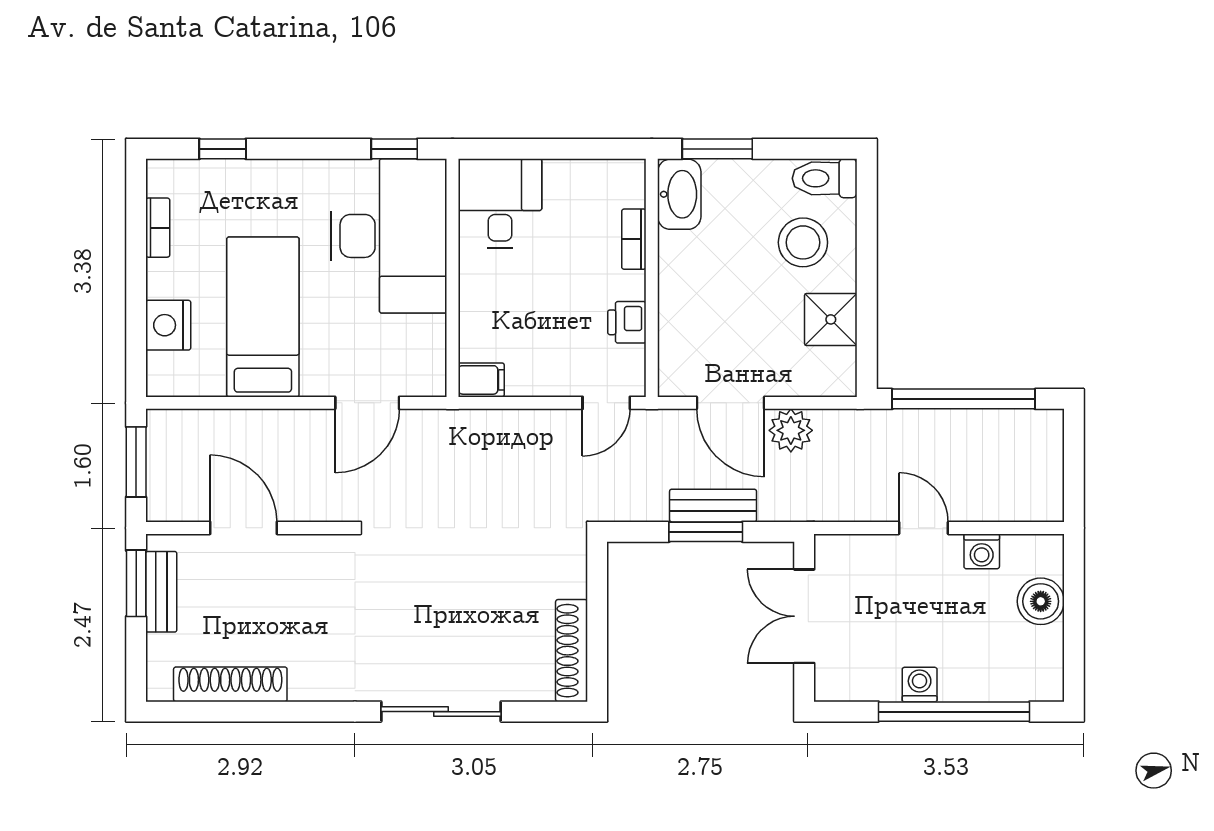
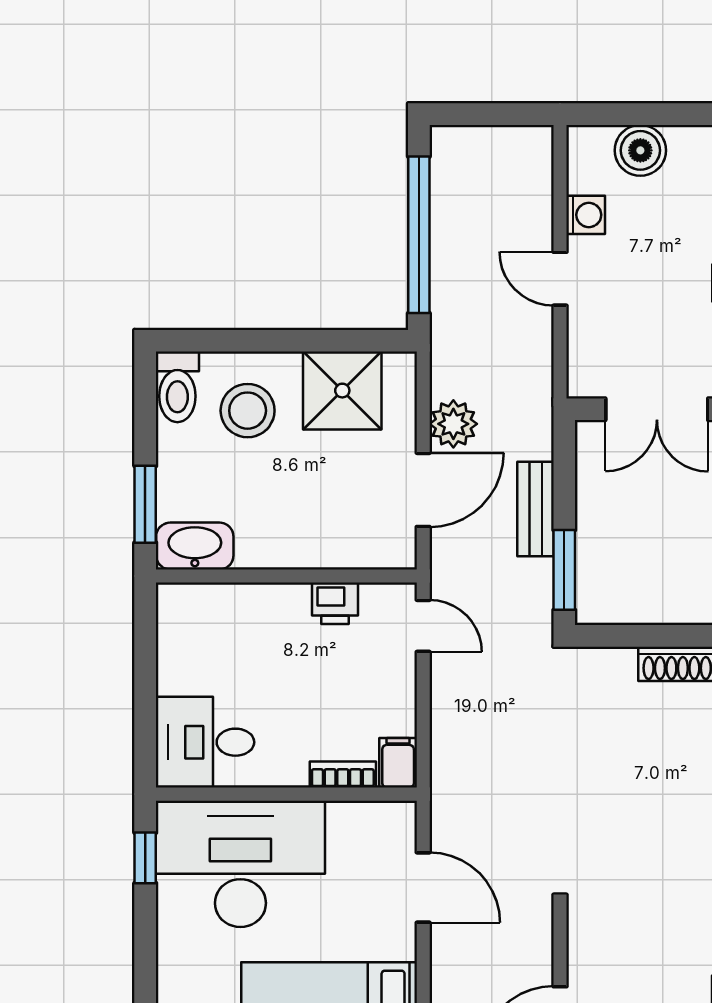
bookcase: (634, 239) -> (343, 775), moved, turned 180
shower: (831, 319) -> (342, 391), width x1.36, depth x1.36
door: (924, 528) -> (560, 279), hinge flipped
window: (706, 532) -> (564, 570), moved

